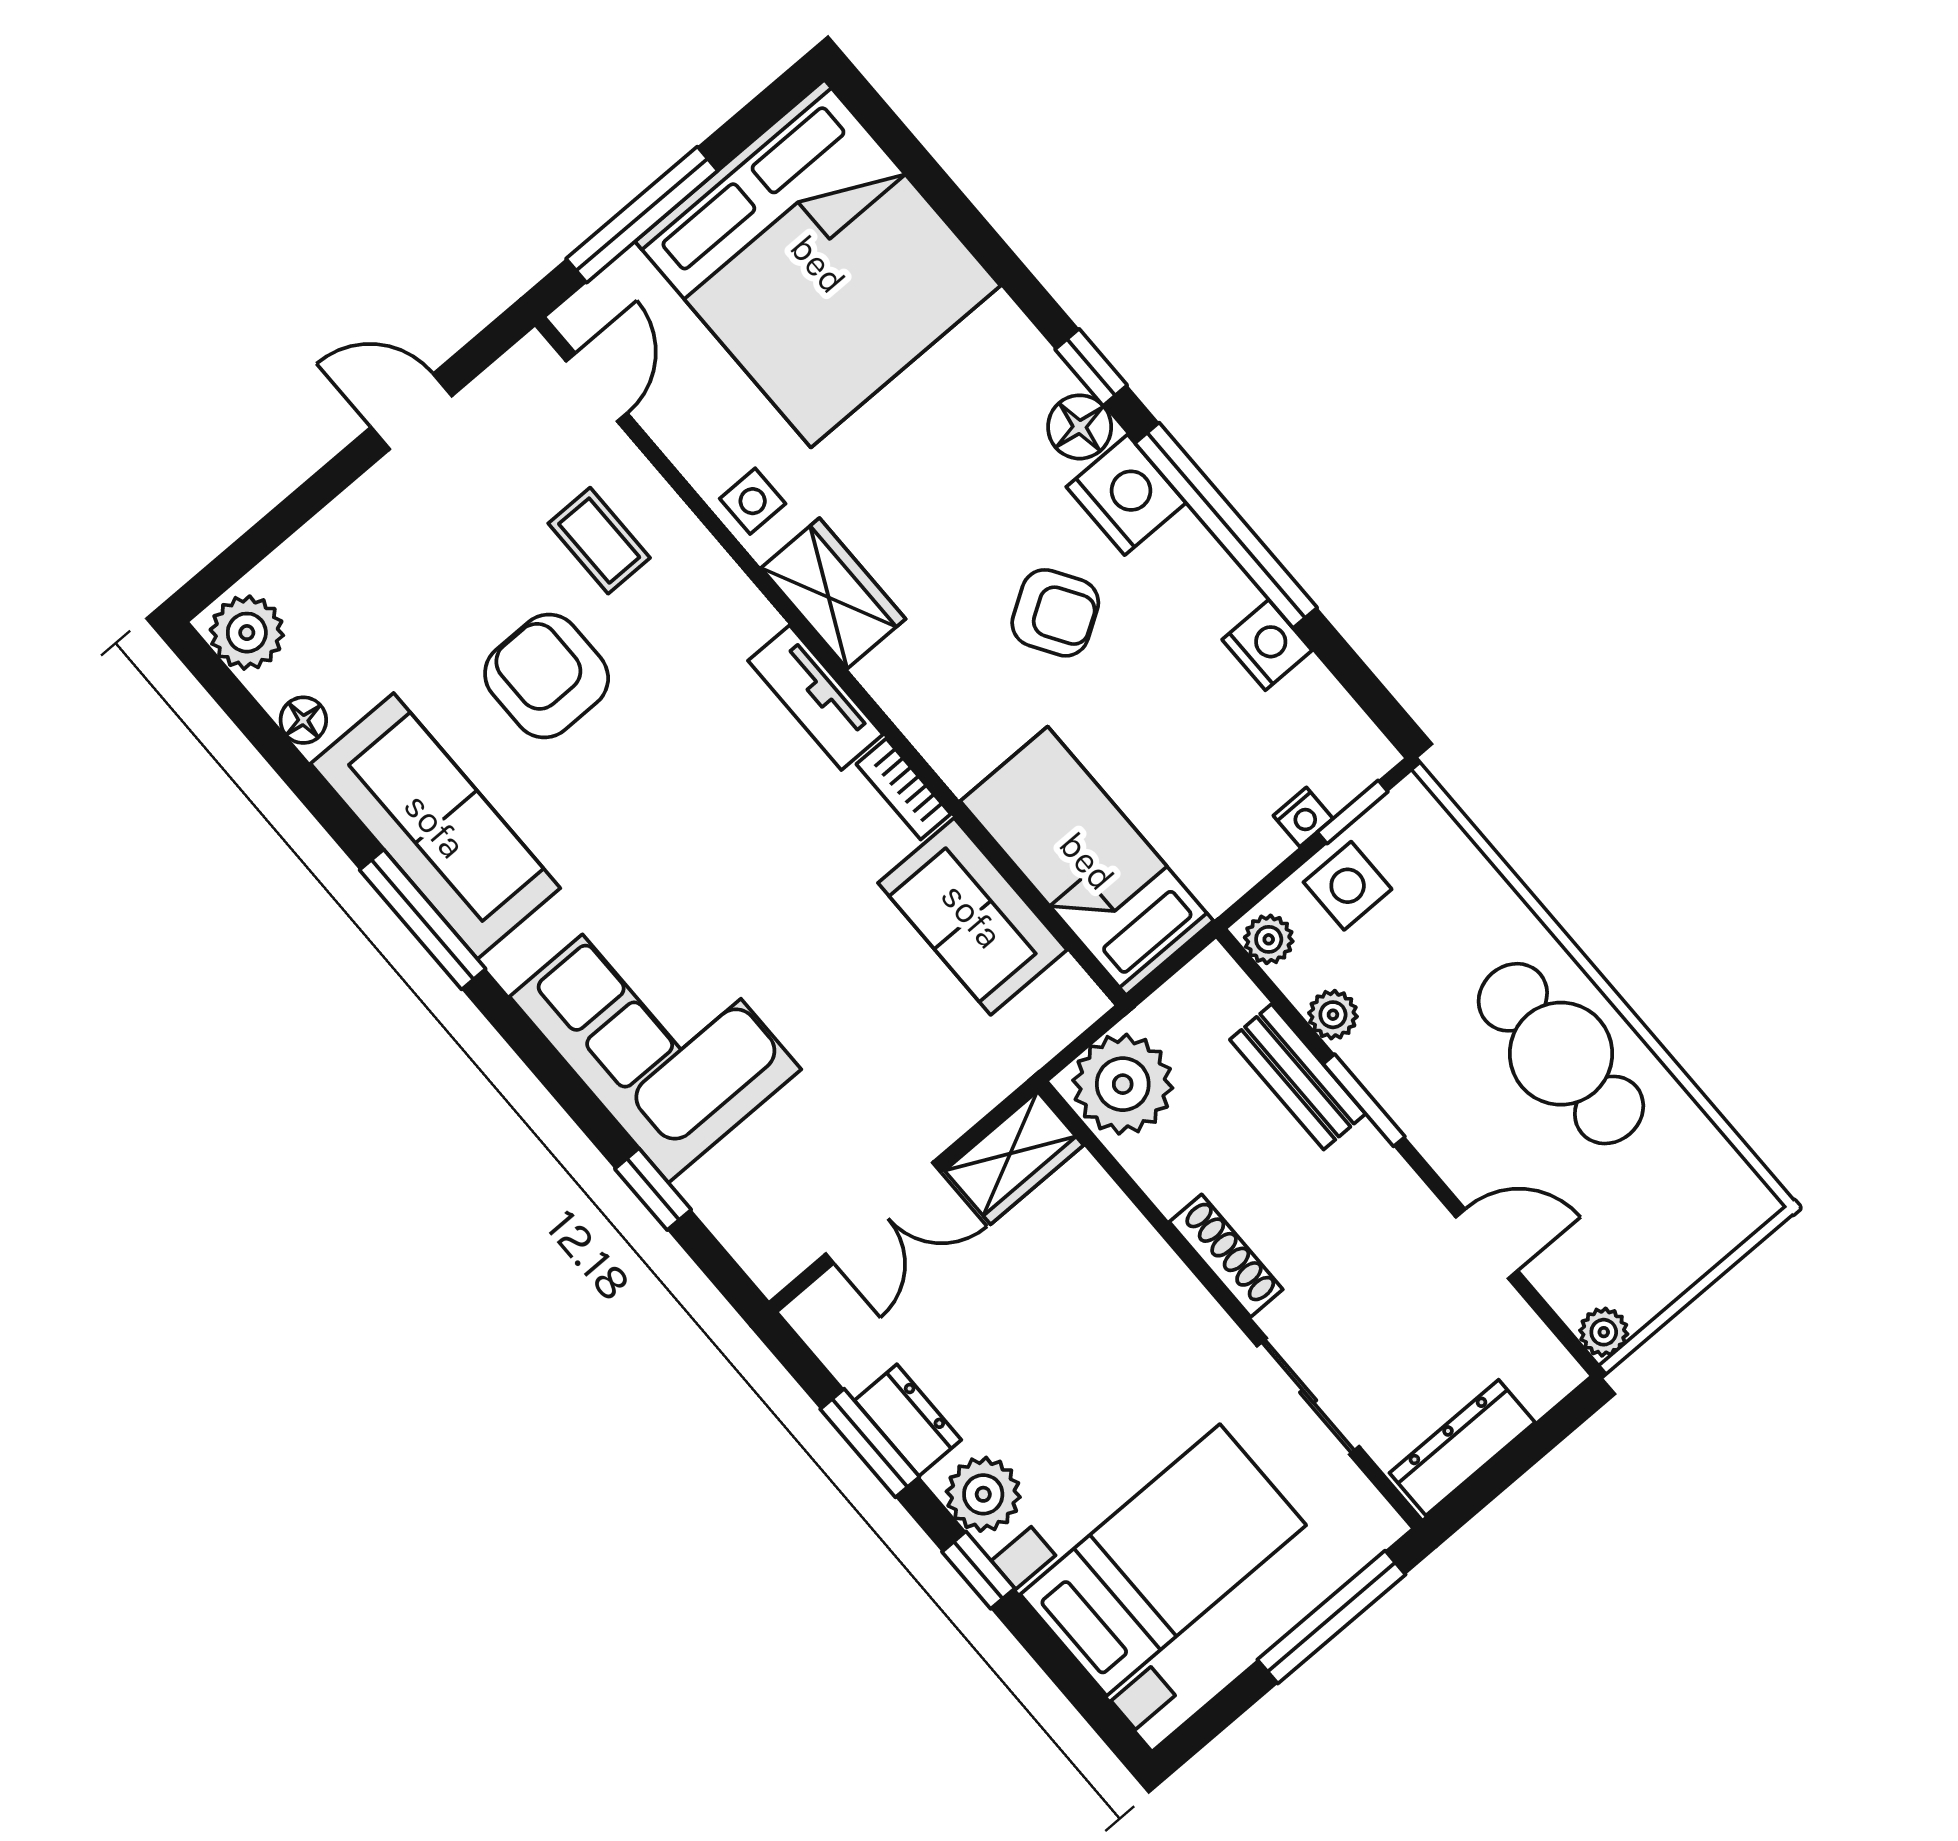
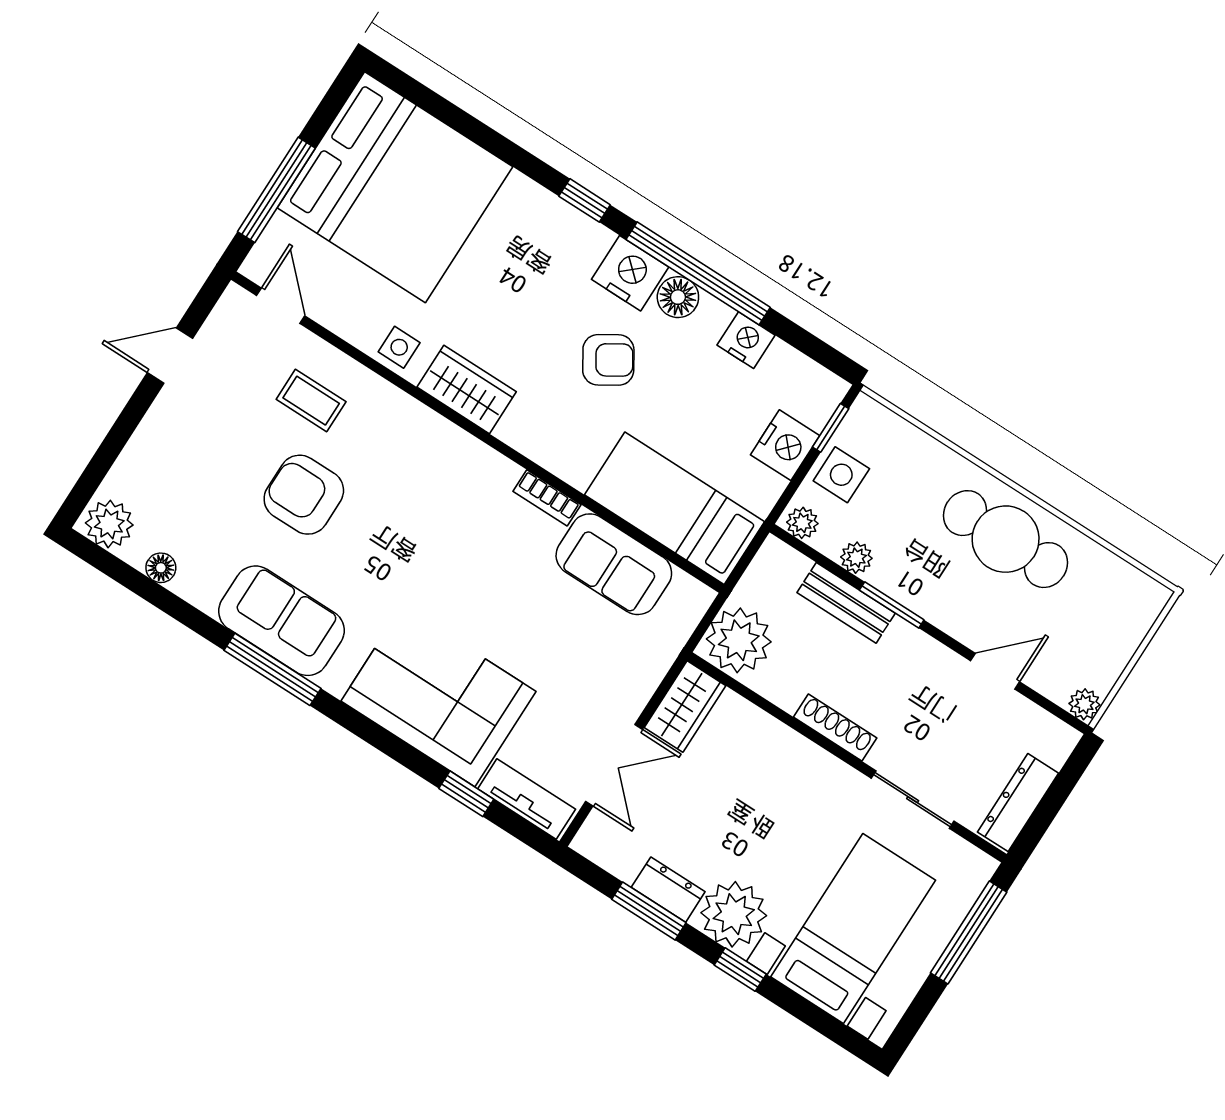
floor lamp: (1080, 427) -> (678, 297), moved
tv unit: (815, 698) -> (527, 799), moved, turned 180
nightstand: (1303, 817) -> (785, 445), width x1.89, depth x1.79
sofa: (435, 826) -> (281, 621), width x0.73
plant: (983, 1494) -> (734, 914), width x1.36, depth x1.36

